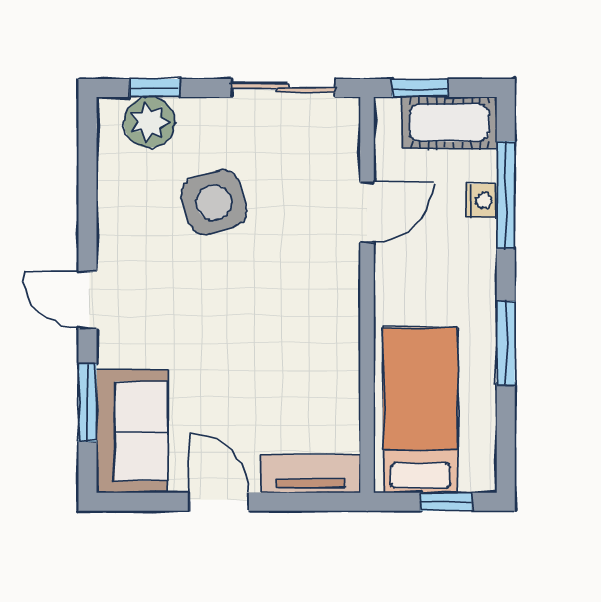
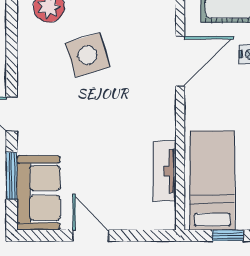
door: (367, 213) -> (180, 61), width x1.38
tv unit: (311, 474) -> (165, 171), moved, turned -90

